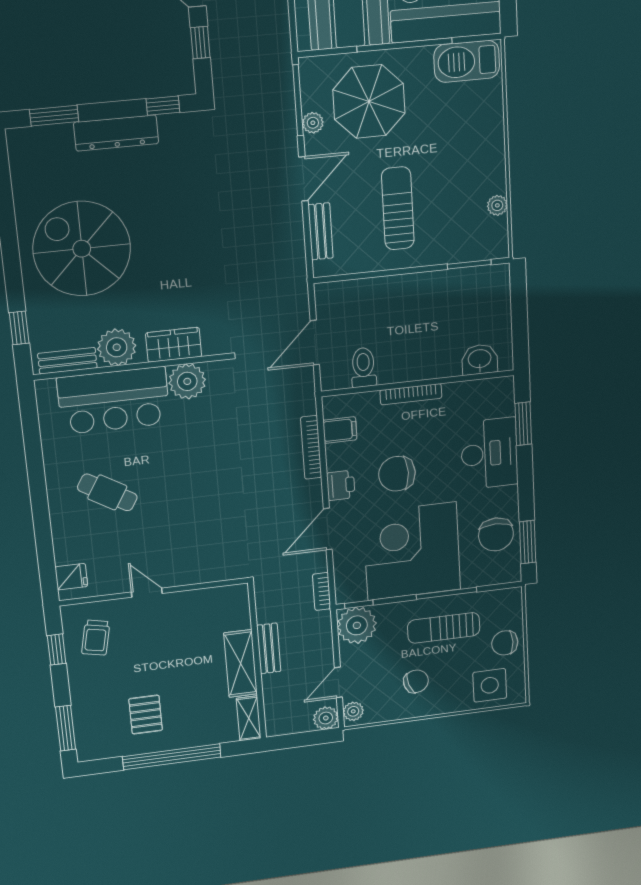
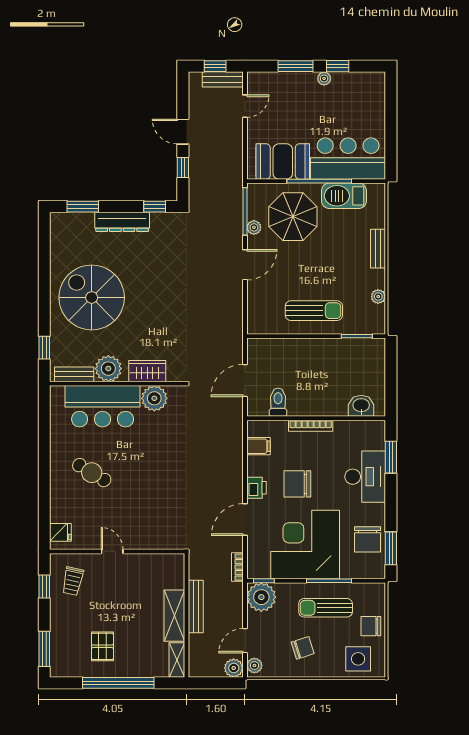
barbecue: (467, 61) -> (344, 196), moved
sun lounger: (398, 208) -> (314, 311), moved, turned 90
bench: (321, 231) -> (378, 249), moved
bookcase: (311, 447) -> (237, 457), removed
bench: (269, 648) -> (196, 606), width x1.36

